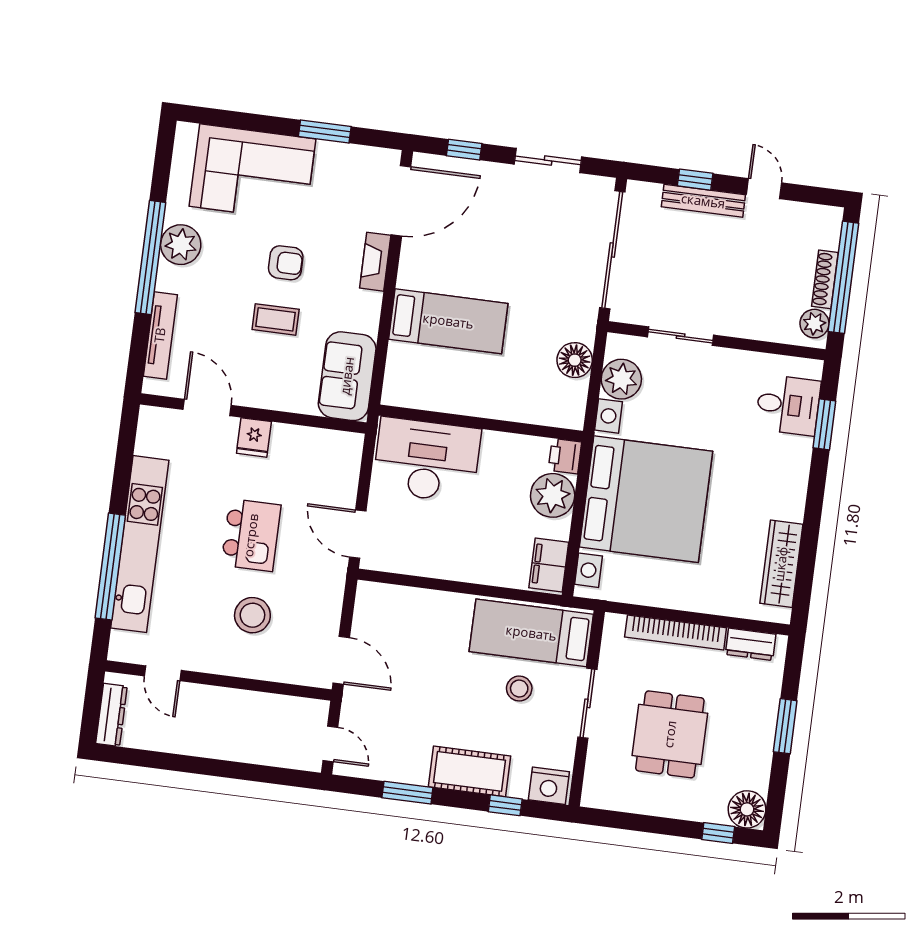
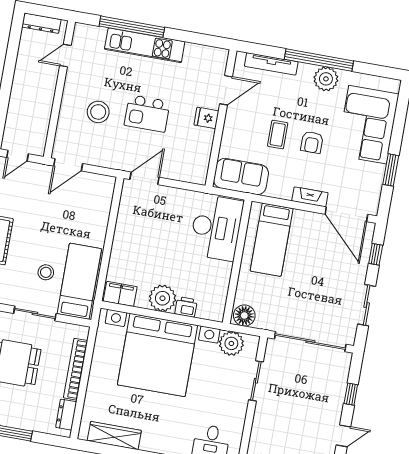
bench: (703, 201) -> (338, 399), removed
wall: (481, 423) -> (237, 262), moved
desk: (427, 460) -> (216, 228), moved
kitchen unit: (140, 544) -> (145, 45), width x0.73

